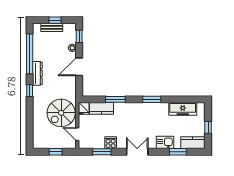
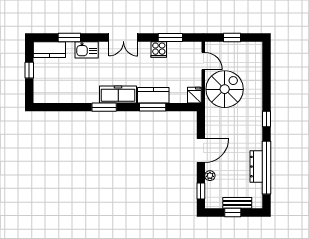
dresser: (37, 73) -> (256, 167), moved
kitchen counter: (102, 108) -> (153, 95), moved
freezer: (183, 109) -> (118, 95), moved

